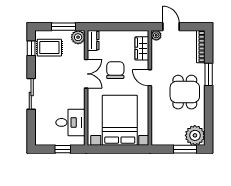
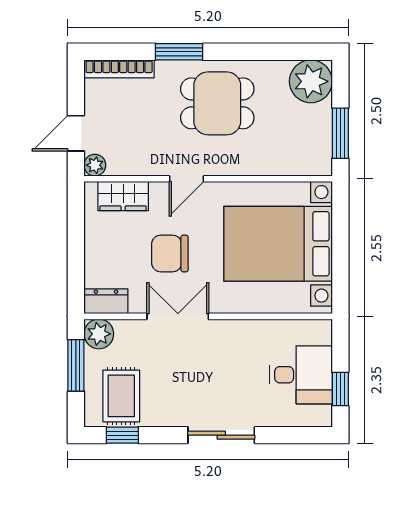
desk: (70, 122) -> (301, 375), moved, turned 90
window: (63, 149) -> (340, 389), moved
window: (185, 149) -> (340, 133), moved

